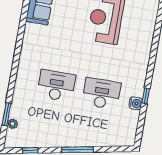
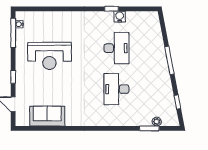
desk: (101, 94) -> (116, 48), turned 180

